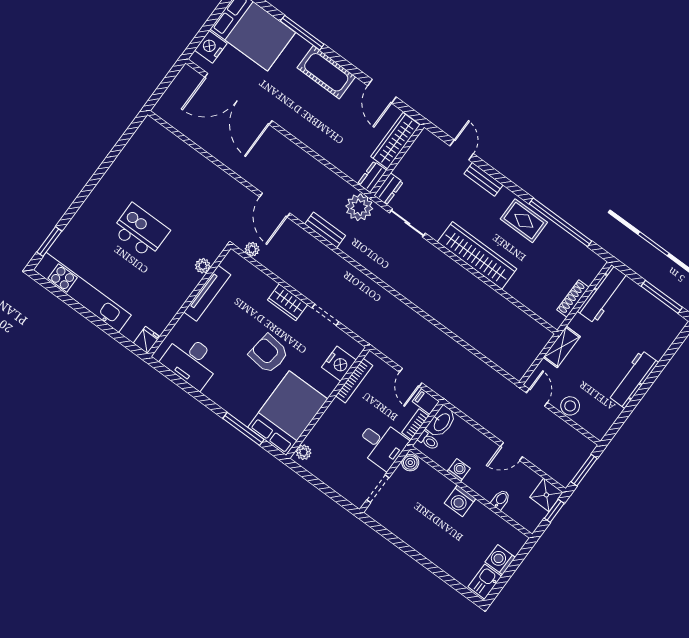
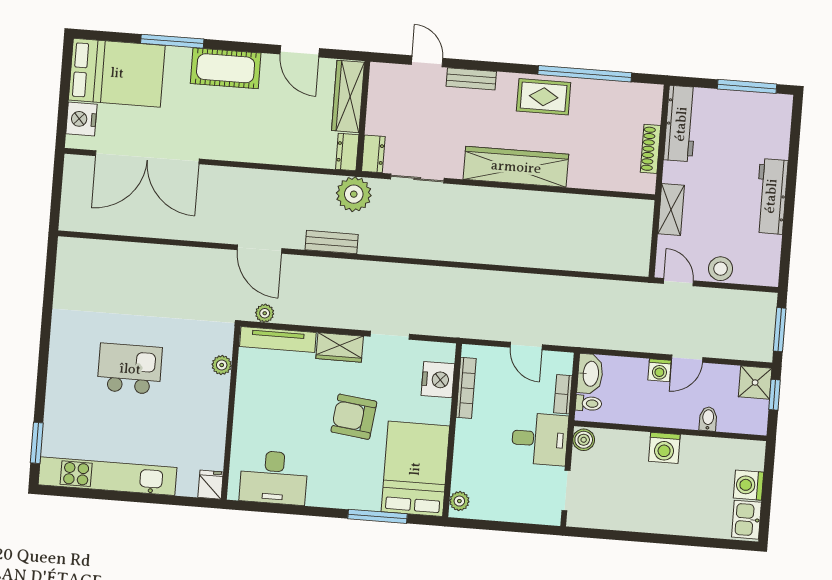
tv unit: (207, 293) -> (278, 340), moved, turned 90
filing cabinet: (426, 401) -> (559, 362), removed
washing machine: (459, 470) -> (660, 370), moved, turned 180

